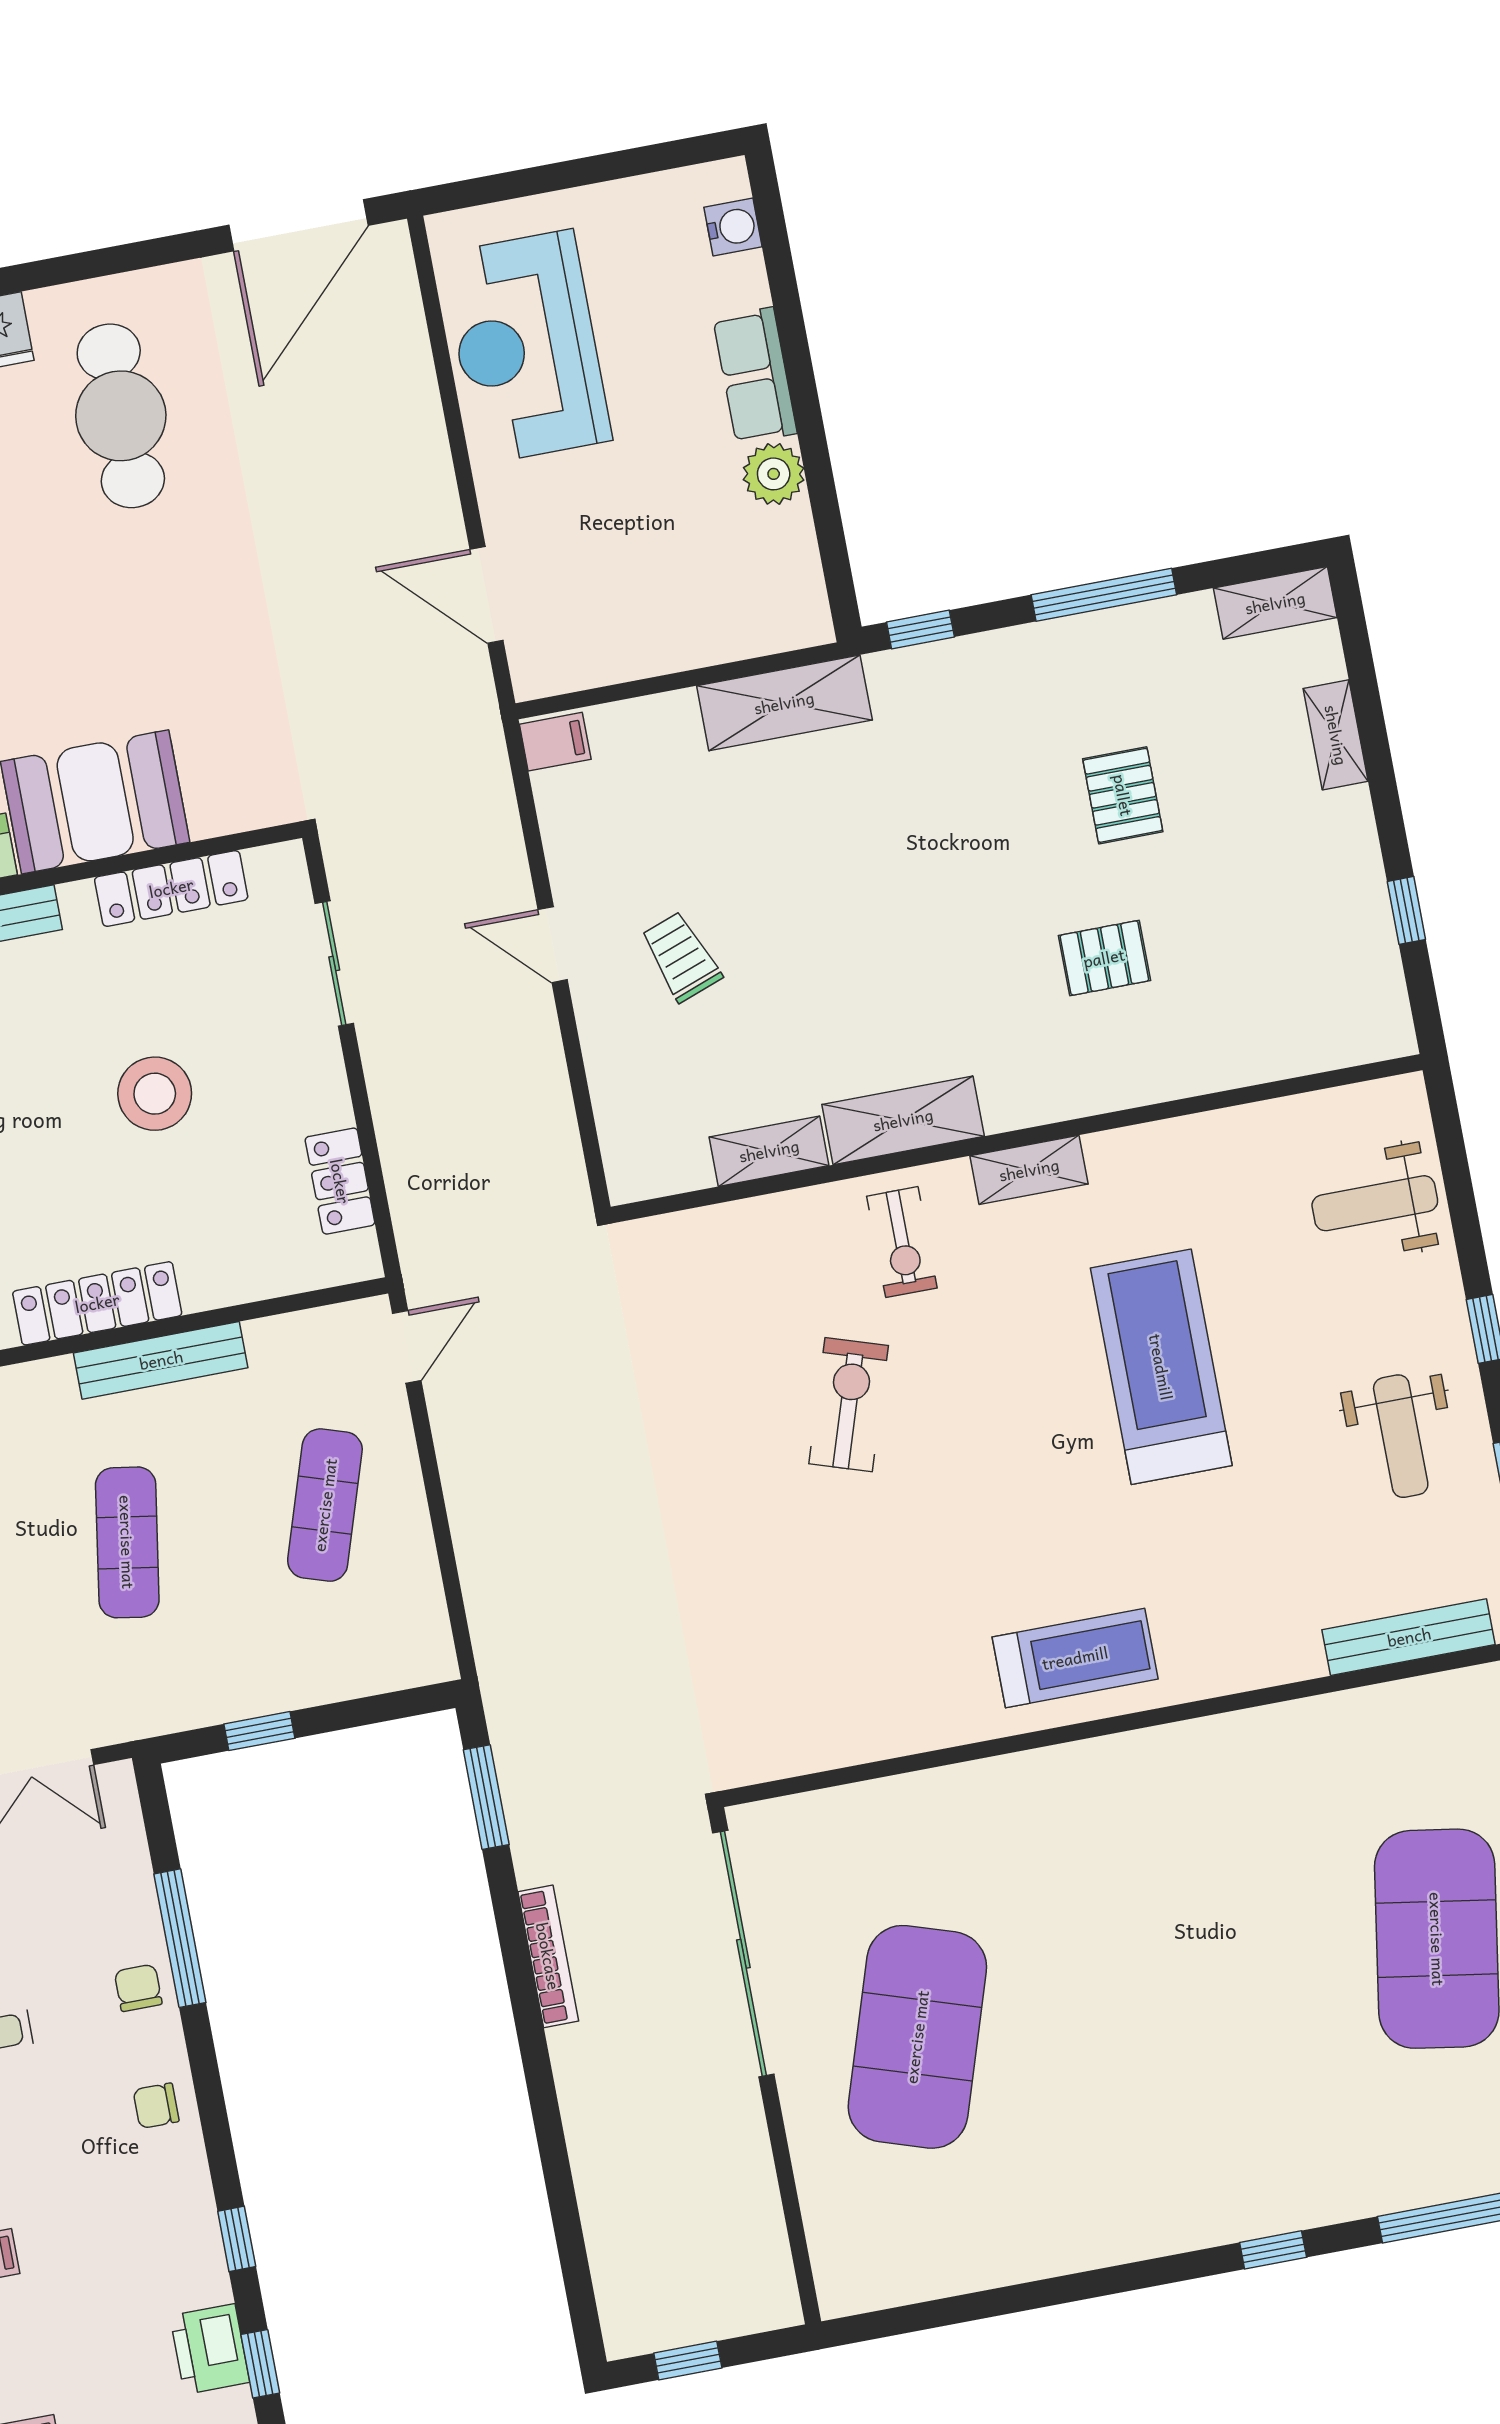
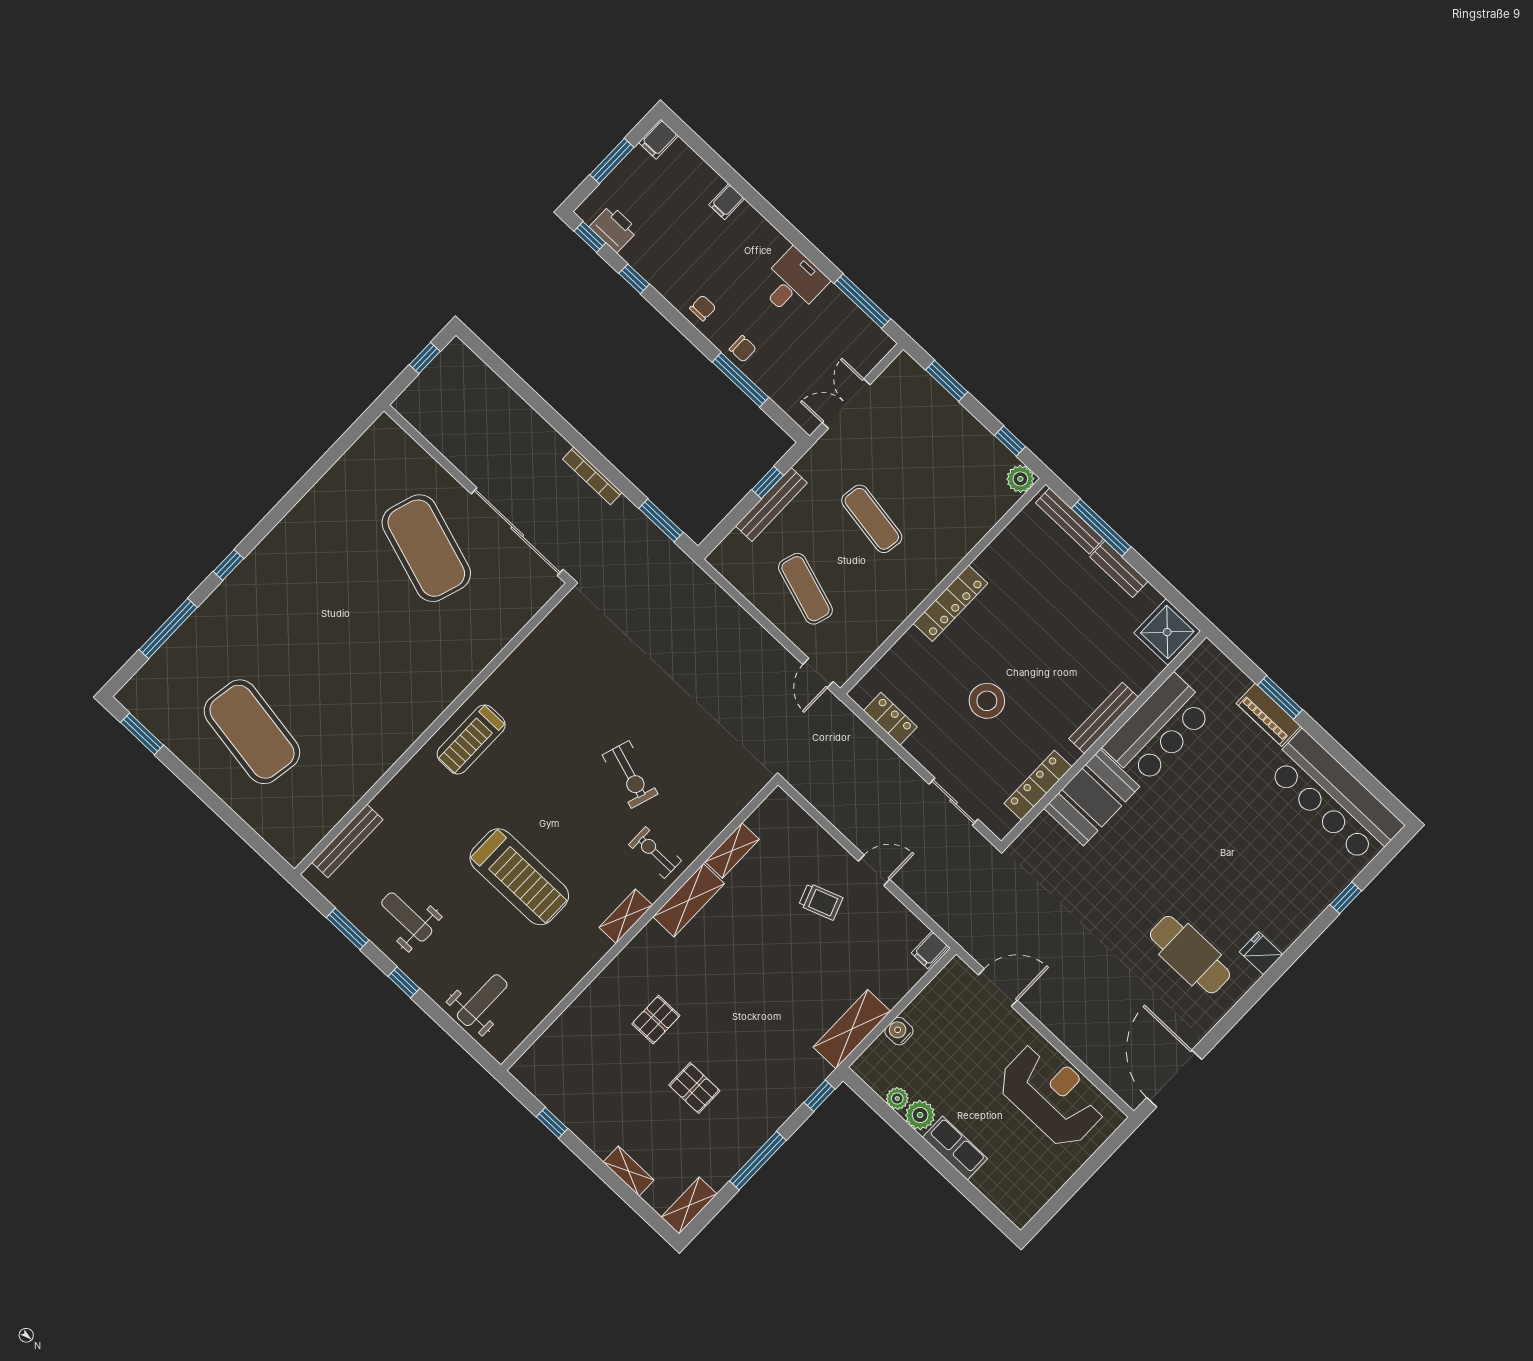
water cooler: (733, 227) -> (899, 1031), moved, turned 90
plant: (792, 530) -> (897, 1099), added
bench: (161, 1360) -> (771, 504), moved

